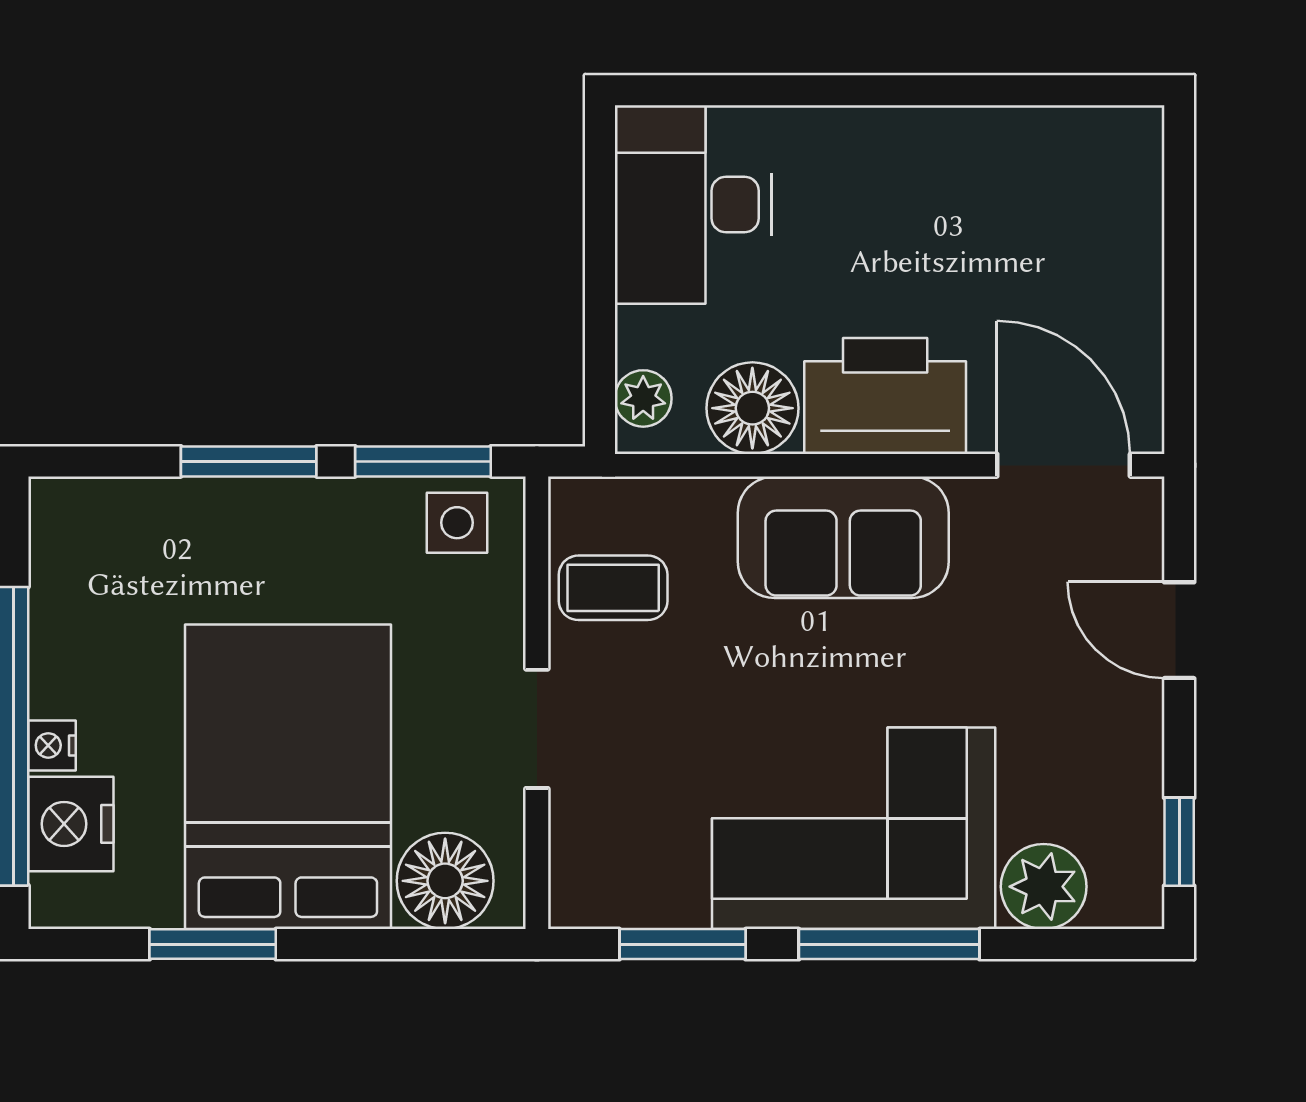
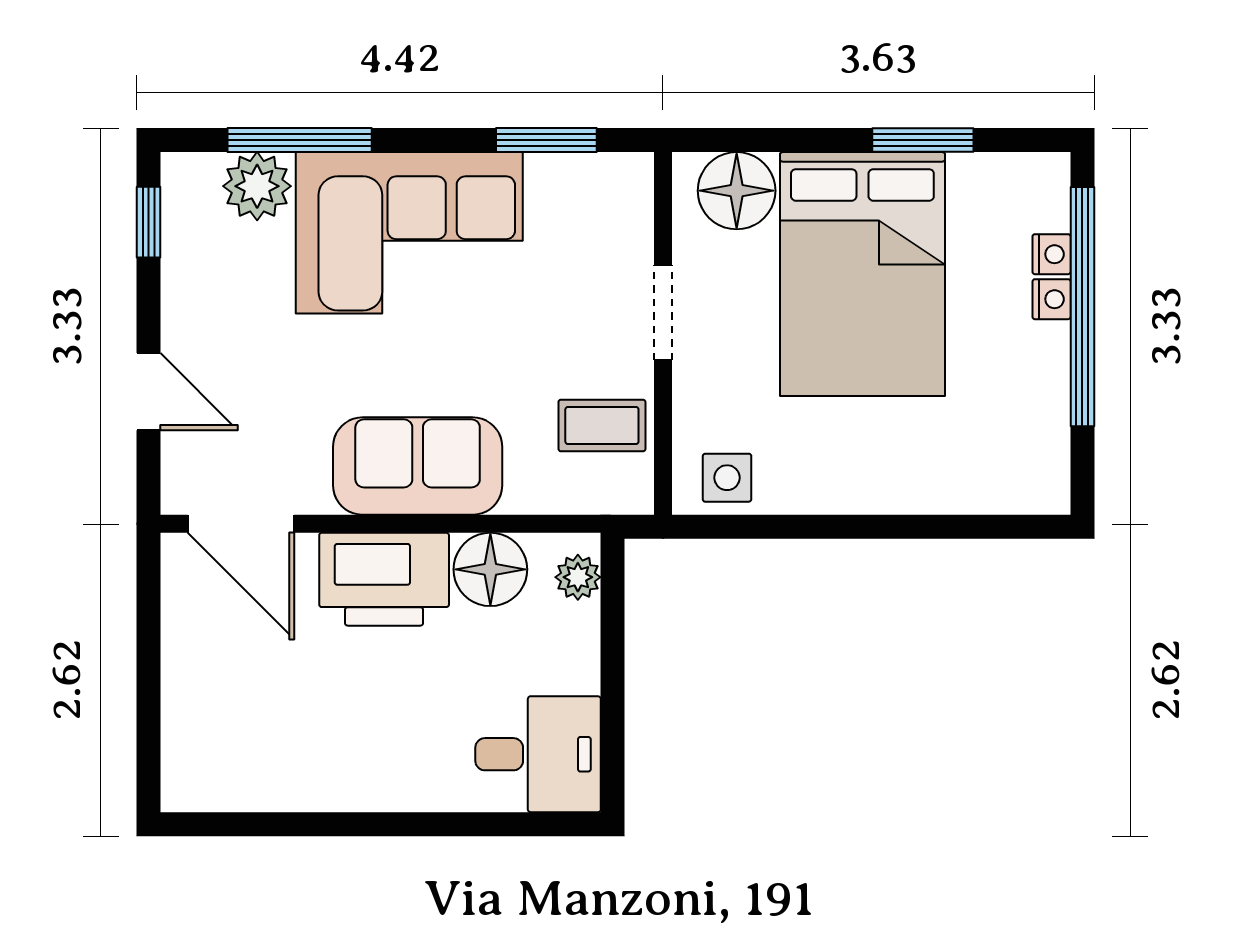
desk: (693, 204) -> (538, 754), width x0.73
window: (249, 461) -> (894, 527), removed
window: (423, 461) -> (754, 527), removed
nightstand: (71, 824) -> (1052, 254), width x0.53, depth x0.56
window: (889, 944) -> (300, 140), moved

